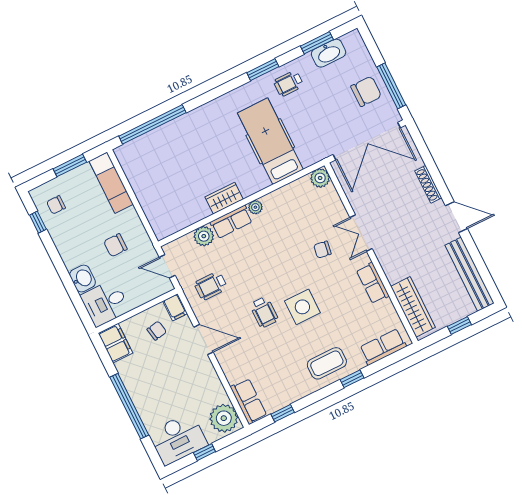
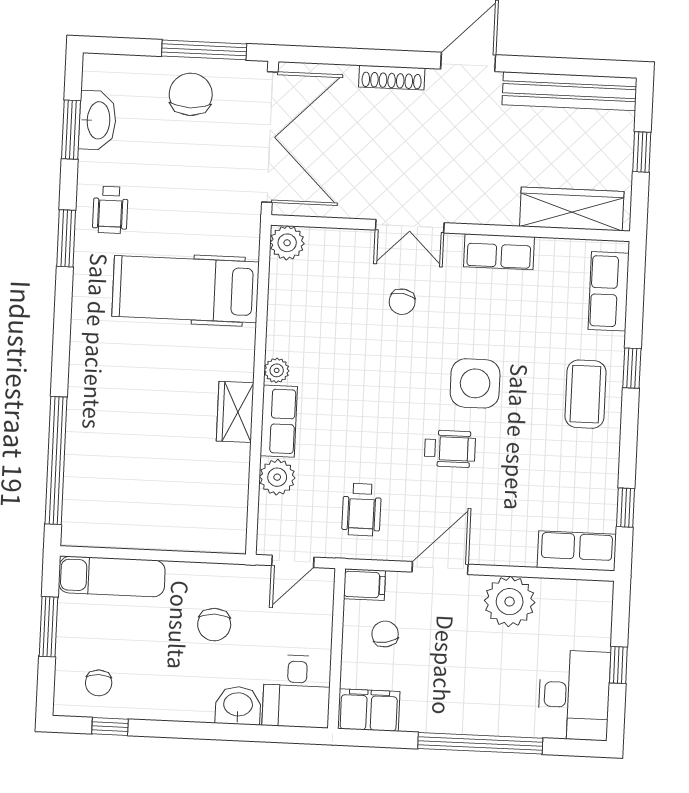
plant: (224, 418) -> (510, 602), moved

